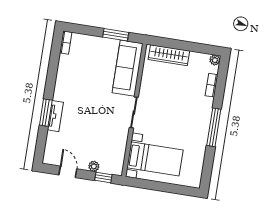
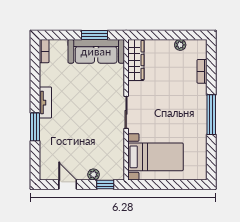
wardrobe: (169, 55) -> (136, 60), moved, turned -90
plant: (215, 60) -> (180, 45), moved
sofa: (128, 68) -> (96, 51), moved, turned -90
tv unit: (55, 116) -> (45, 103), moved

